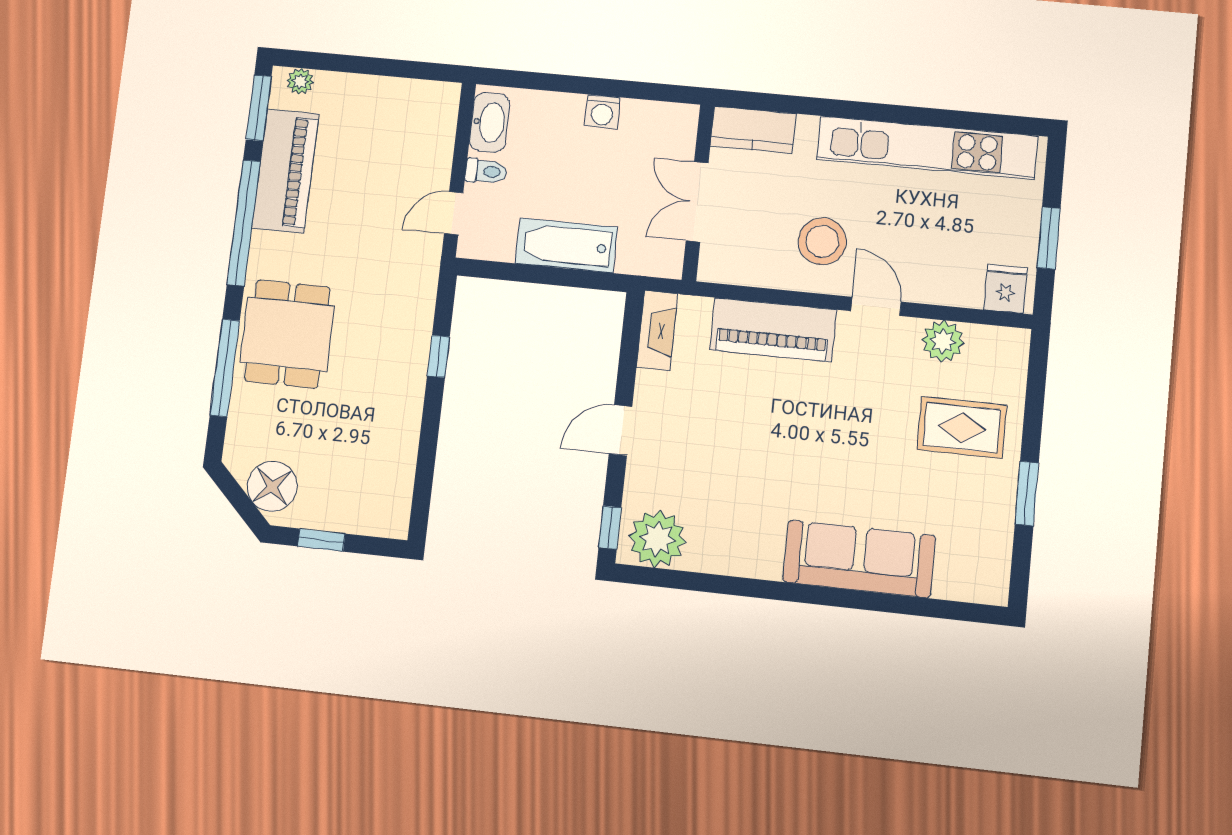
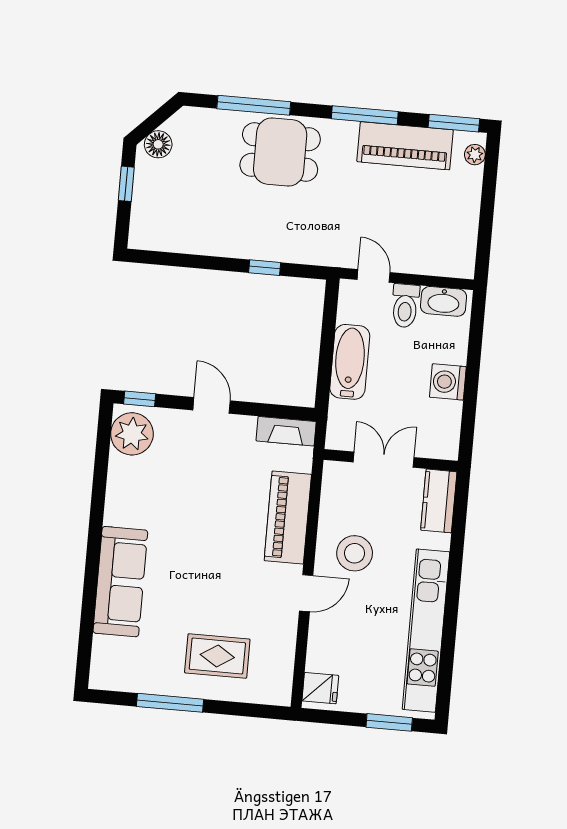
washing machine: (602, 112) -> (448, 382), width x1.38, depth x1.38
toilet: (486, 171) -> (405, 306), width x1.37, depth x1.39
window: (244, 223) -> (365, 115), width x0.68
window: (1049, 238) -> (389, 722), moved
plant: (943, 341) -> (281, 642), removed
rug: (962, 428) -> (217, 656), turned 90
floor lamp: (272, 486) -> (158, 144), width x0.73, depth x0.73
window: (1027, 494) -> (170, 703), width x1.44

